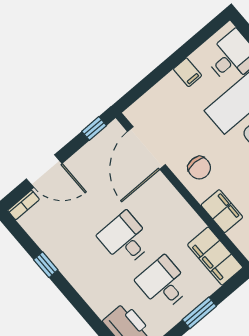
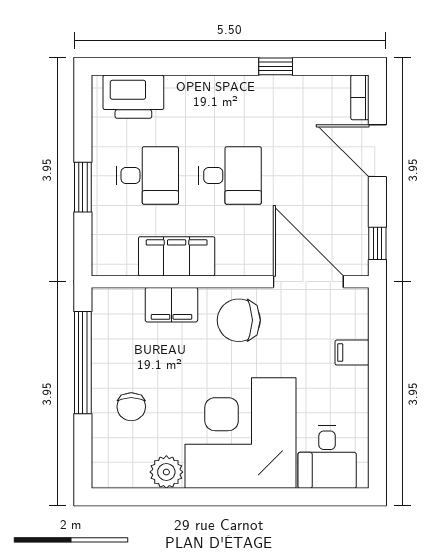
filing cabinet: (188, 72) -> (352, 353), moved
chair: (199, 168) -> (239, 320), width x1.37, depth x1.37
door: (44, 171) -> (377, 151), hinge flipped
filing cabinet: (215, 256) -> (177, 256), moved

